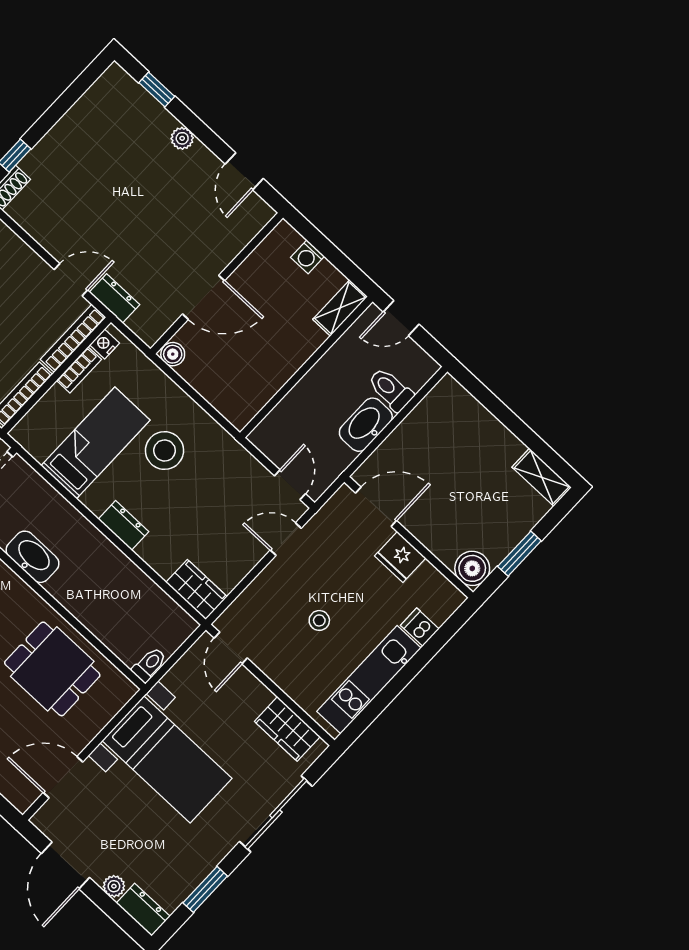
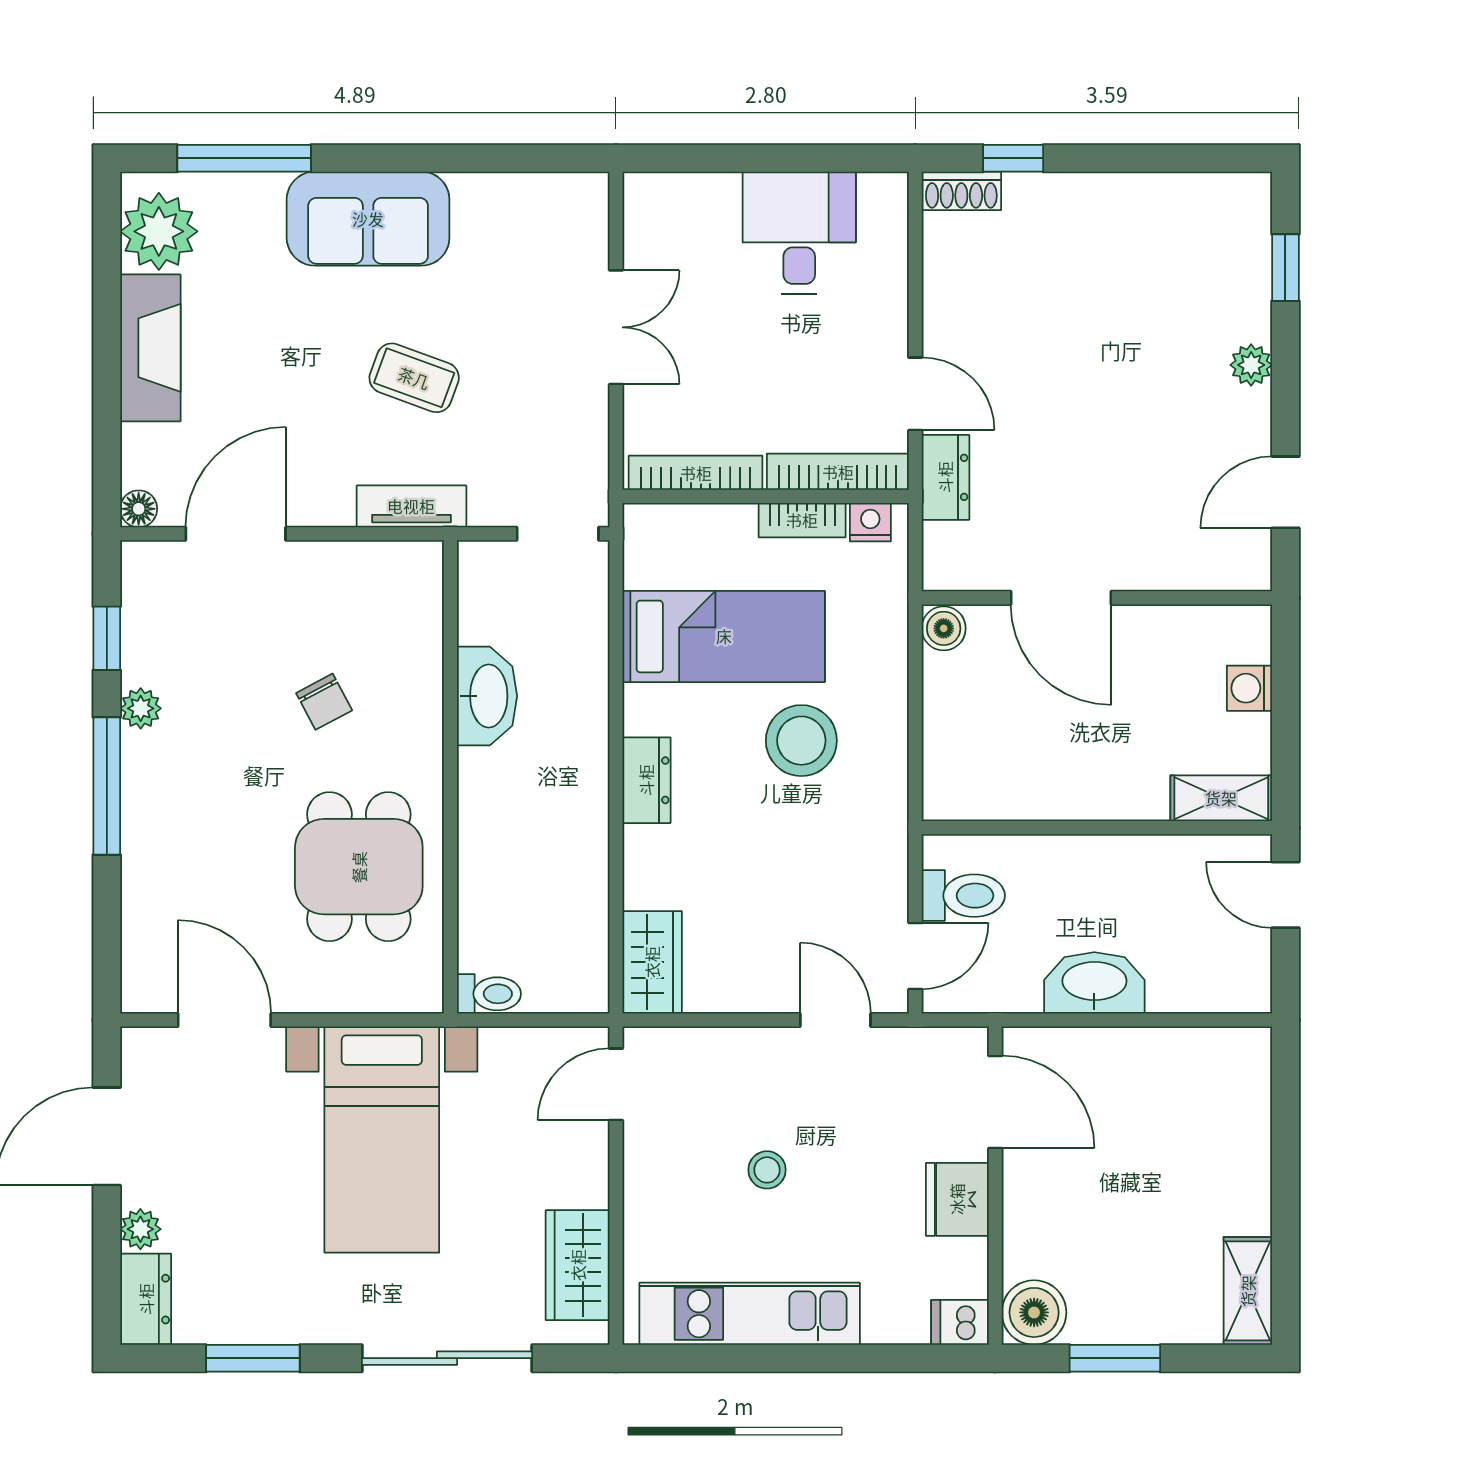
toilet: (391, 390) -> (963, 896), moved, turned 90
dishwasher: (420, 627) -> (960, 1322), moved, turned -90

